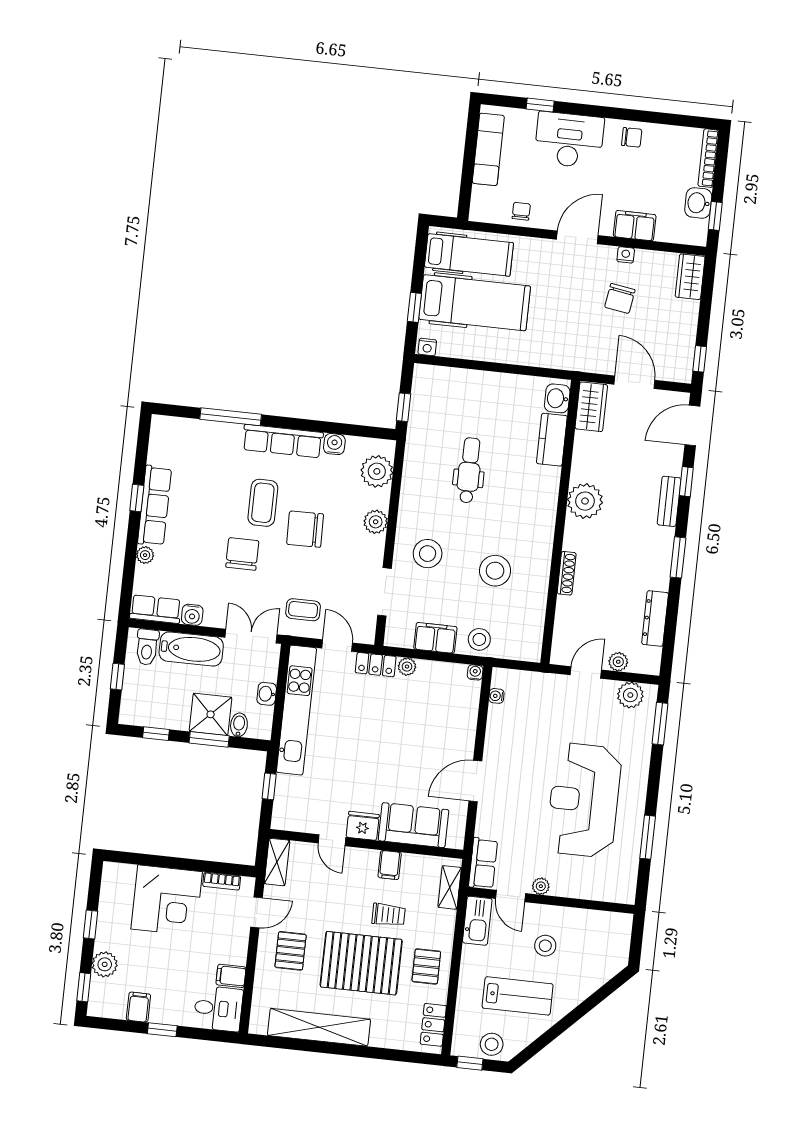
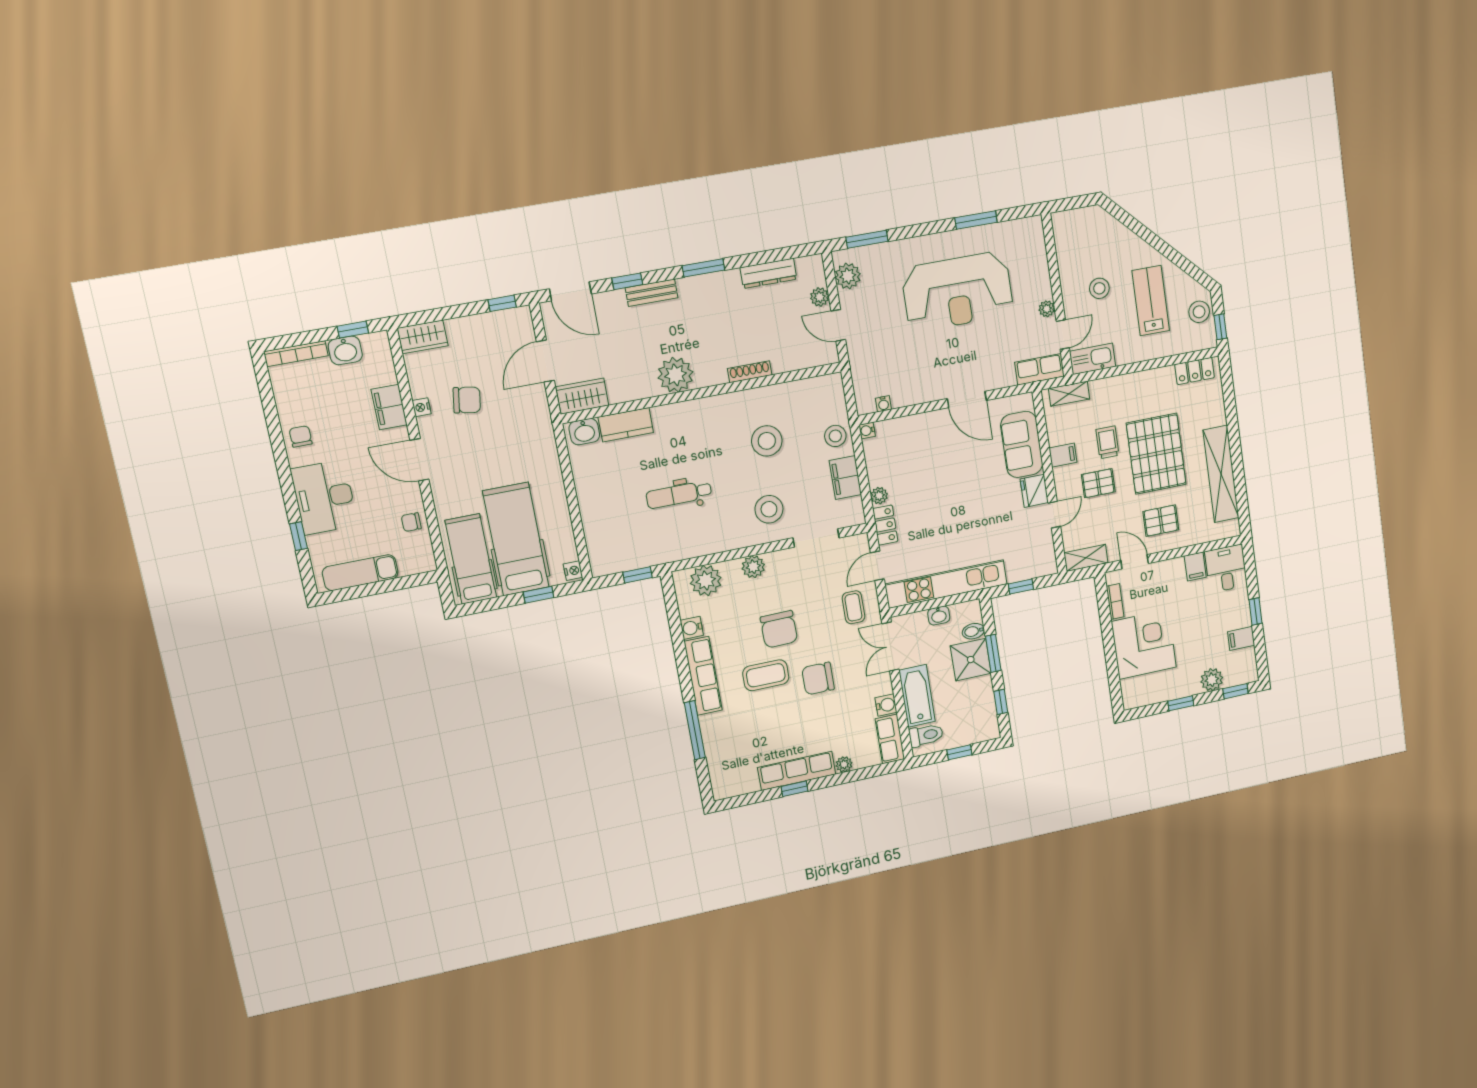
pallet: (426, 966) -> (1098, 483), moved

